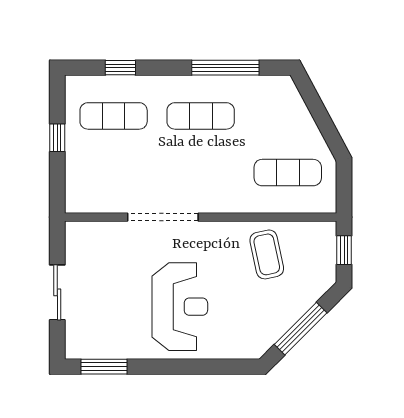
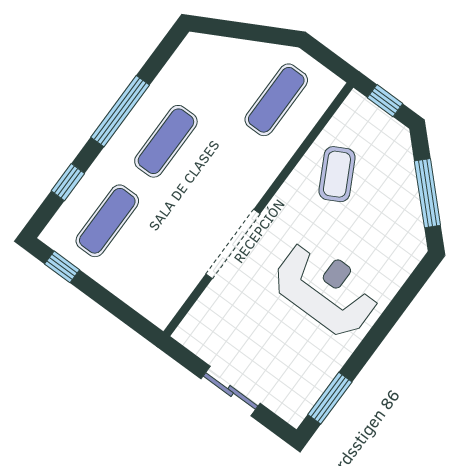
window: (225, 68) -> (120, 111), moved
window: (57, 138) -> (62, 267), moved
coffee table: (267, 254) -> (337, 174), turned 74

